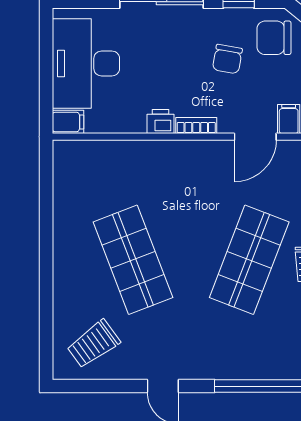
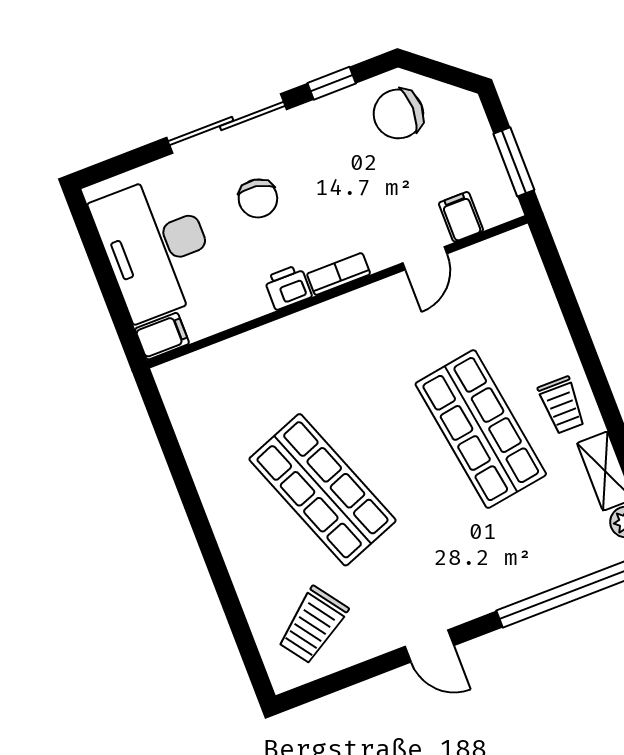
chair: (227, 59) -> (258, 198), moved
door: (255, 137) -> (425, 258), width x0.73
shop shelf: (249, 260) -> (481, 429), turned -30

